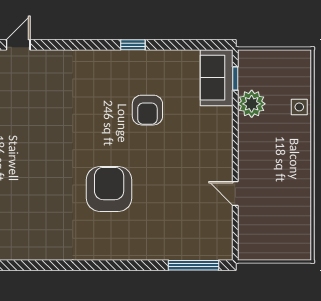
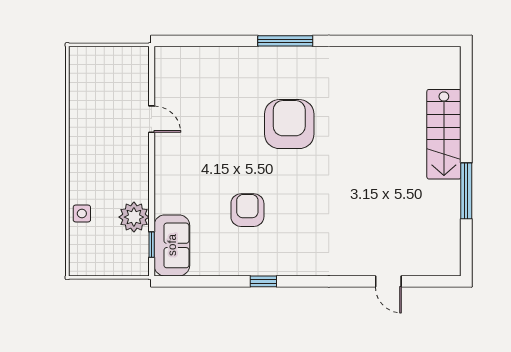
door: (18, 45) -> (388, 281), hinge flipped
armchair: (109, 189) -> (289, 124), turned 180
window: (194, 265) -> (285, 41), moved

